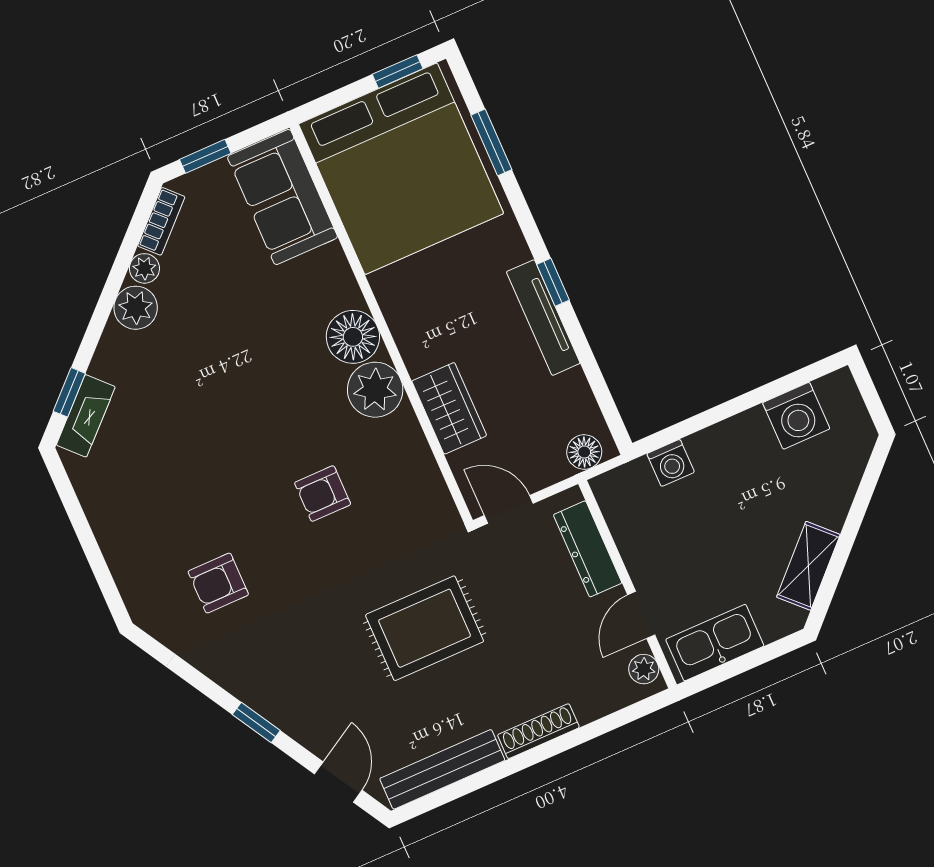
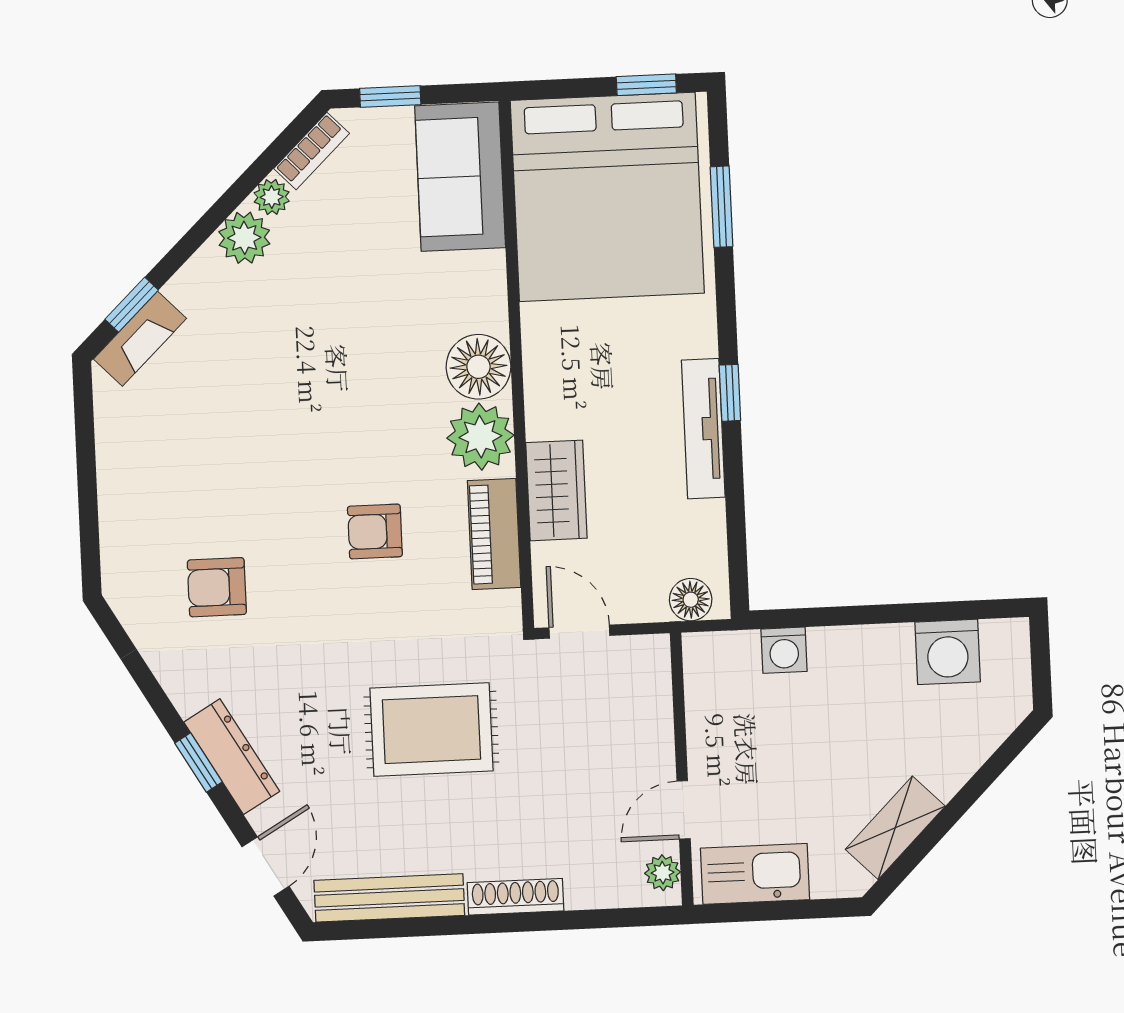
piano: (414, 460) -> (494, 534), added
dresser: (588, 549) -> (232, 757), moved, turned 150

